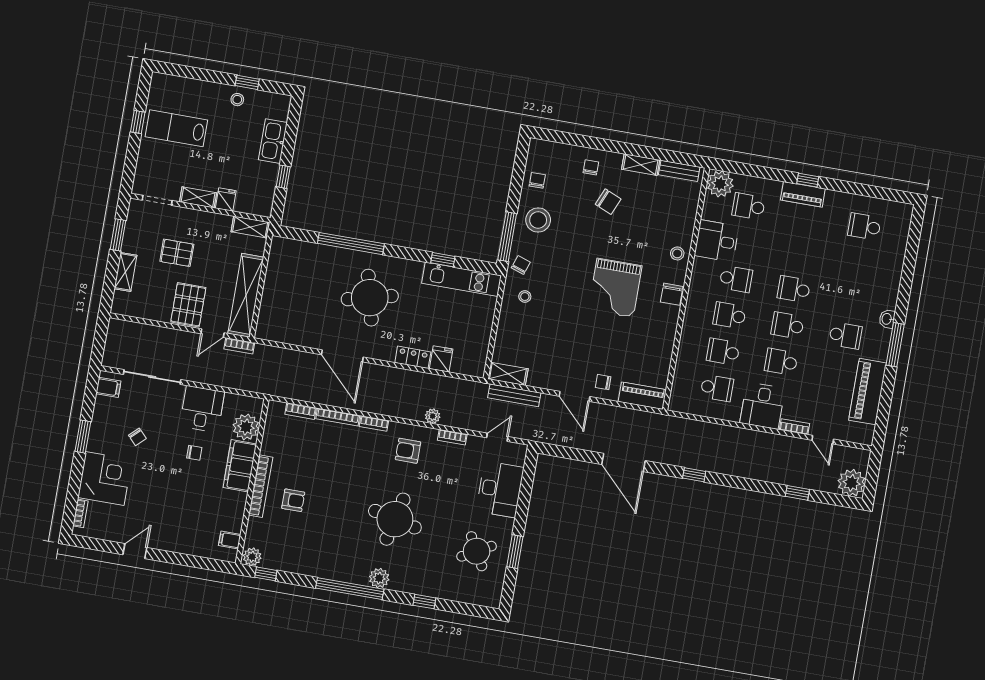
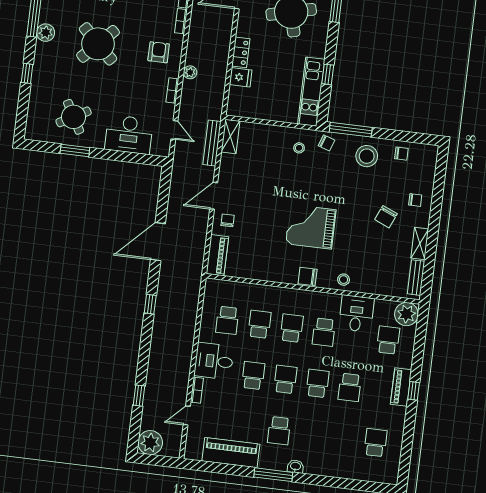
school desk: (800, 253) -> (350, 387), added
round table: (395, 519) -> (98, 44), turned 31

